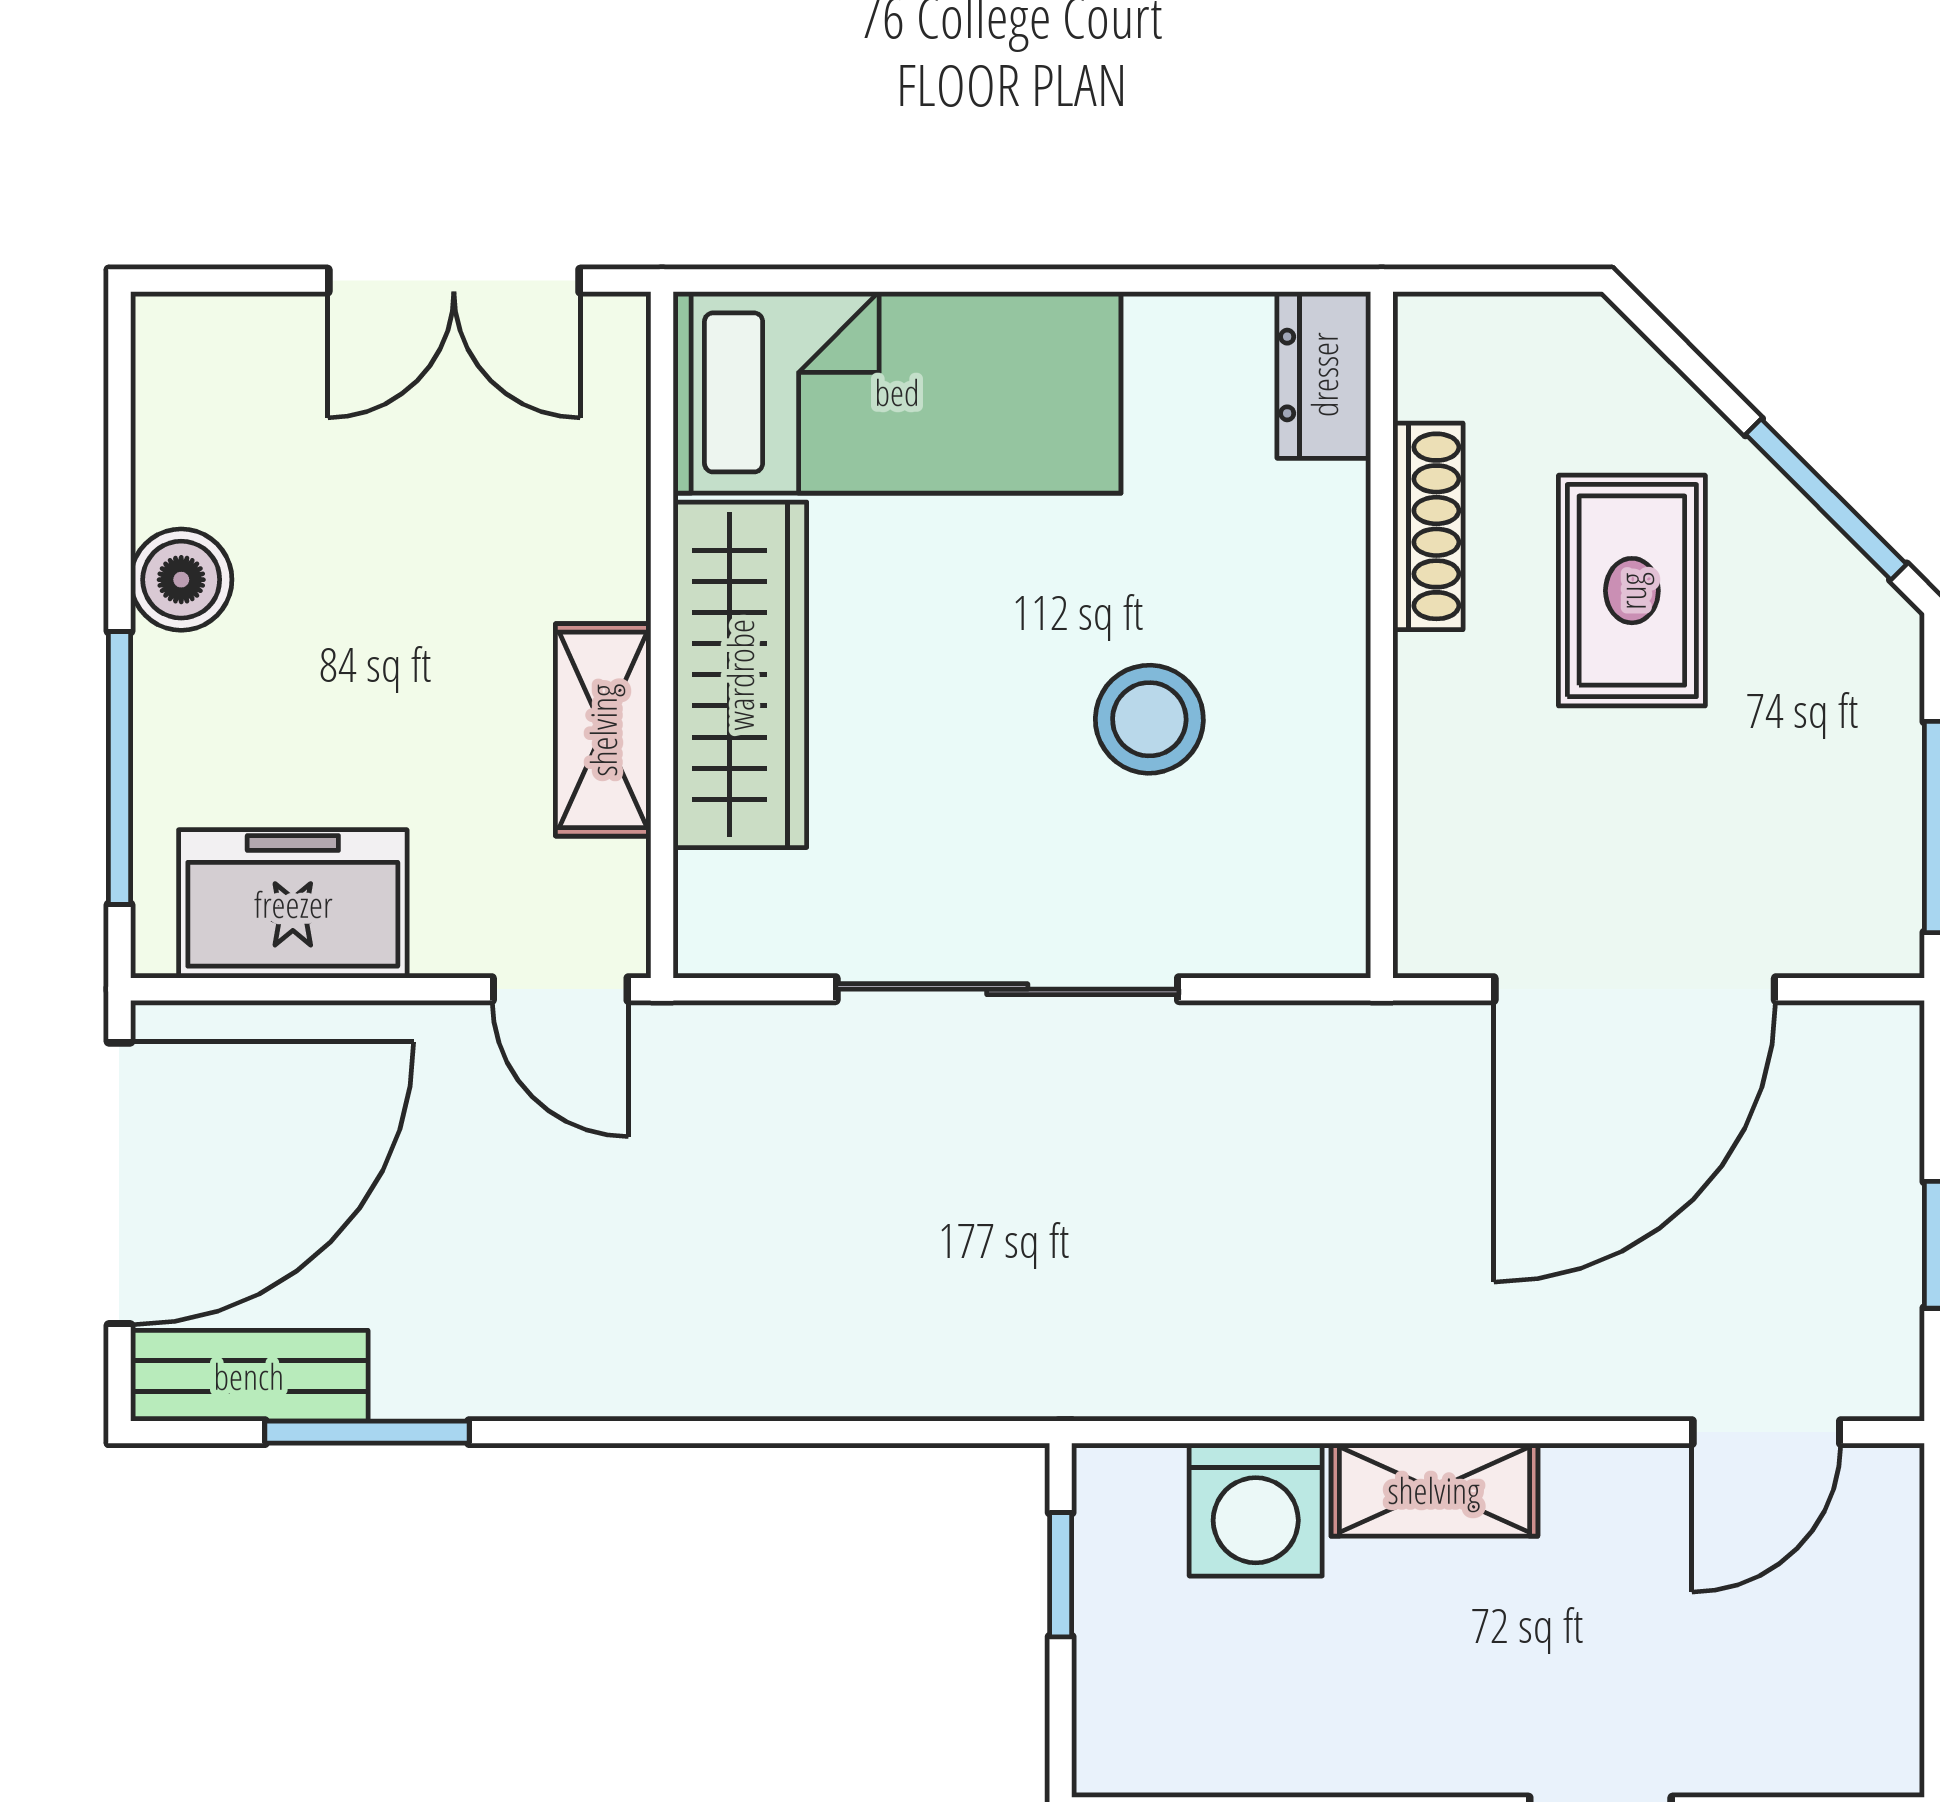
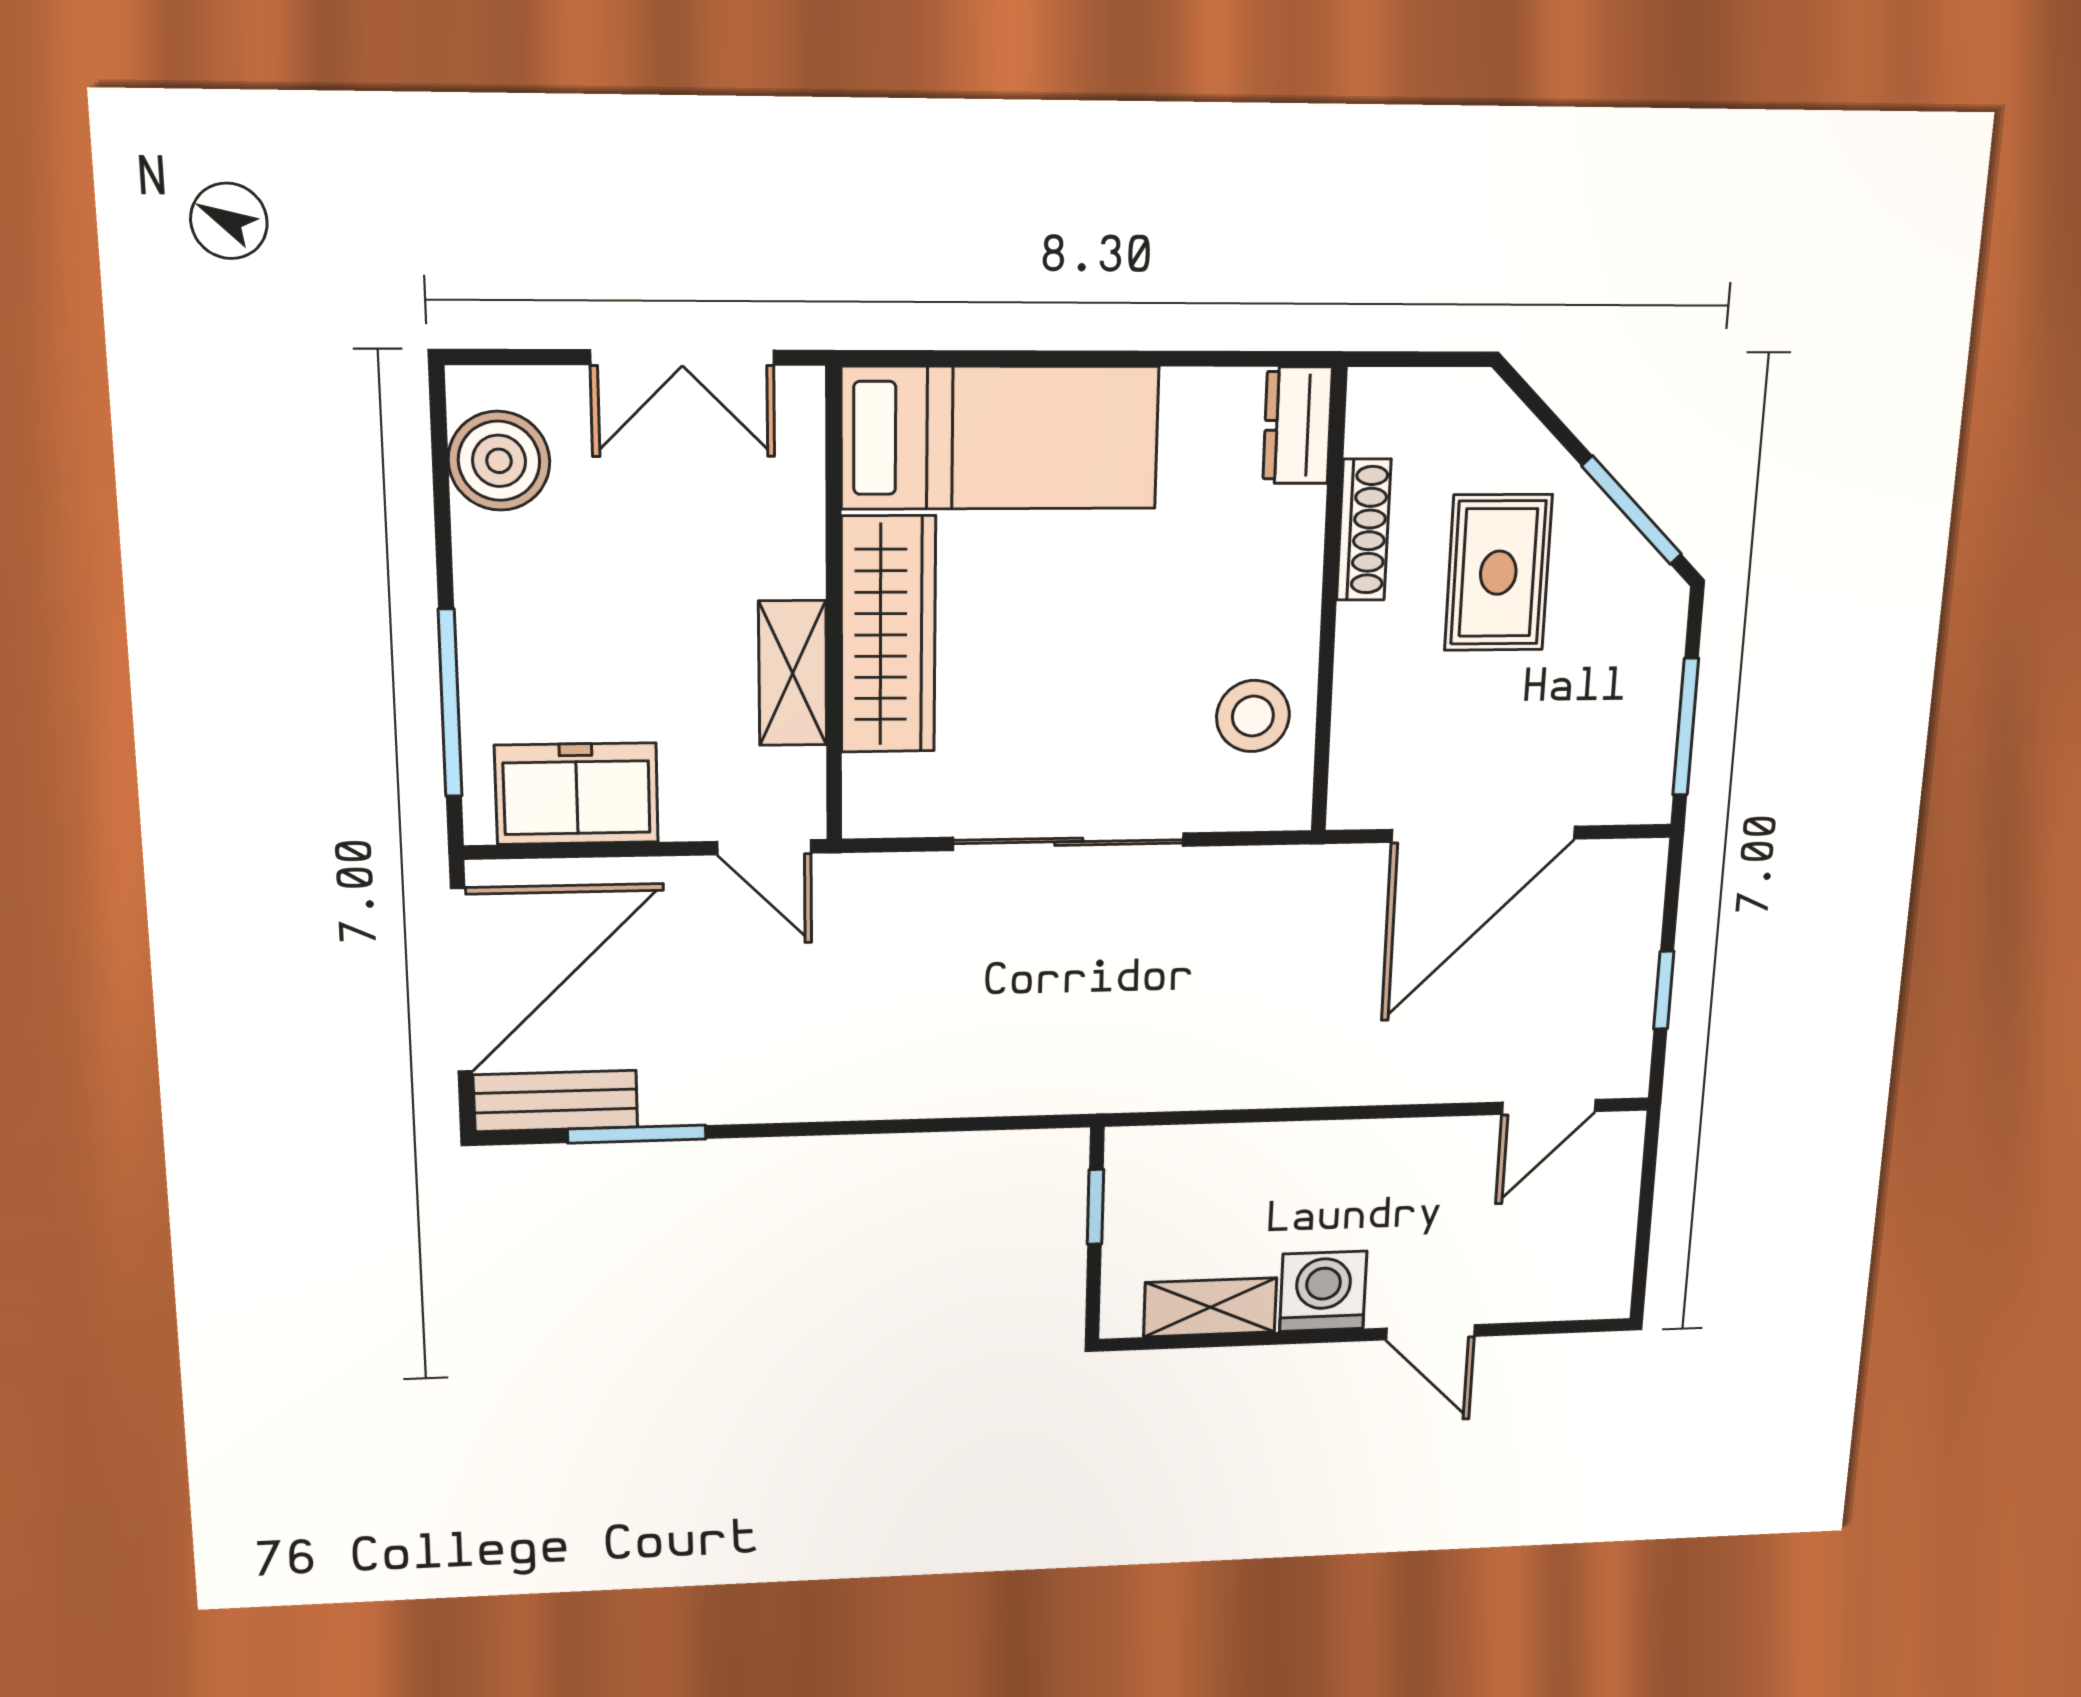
boiler: (181, 580) -> (499, 461), moved, width x1.36, depth x1.36
stool: (1149, 719) -> (1253, 716), moved
shelving: (1434, 1490) -> (1210, 1307), moved
washing machine: (1256, 1510) -> (1323, 1291), moved, turned 180

